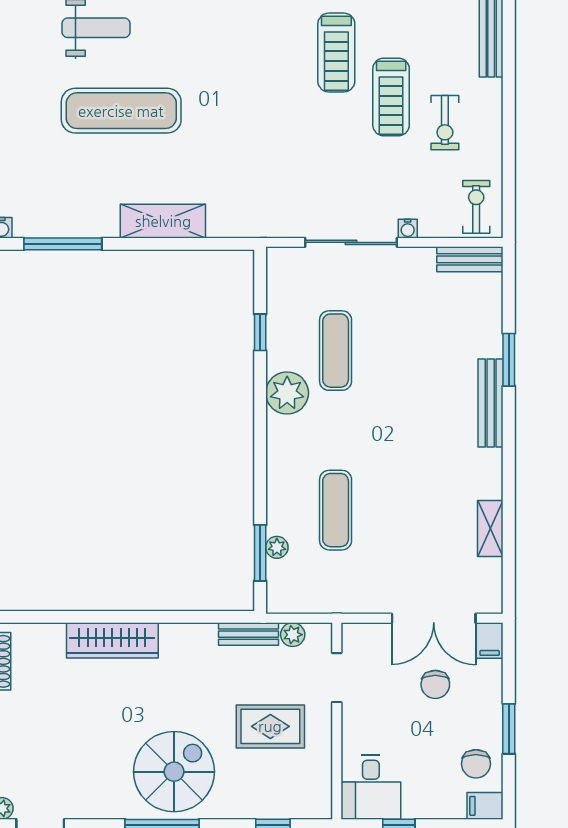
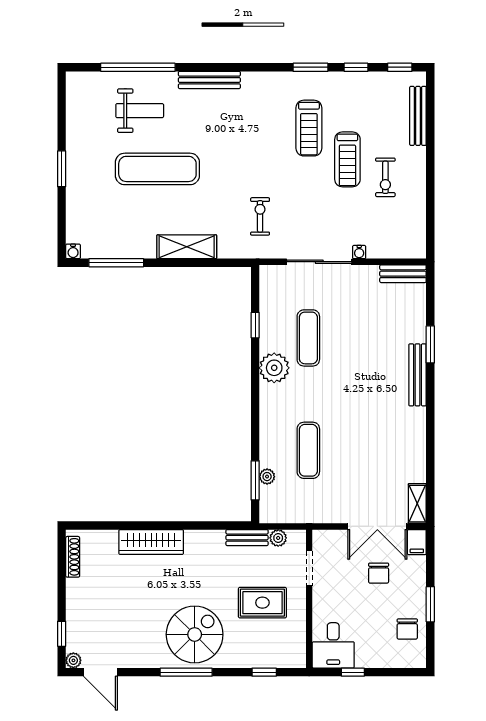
exercise bike: (476, 207) -> (260, 216), moved
shelving: (490, 529) -> (417, 504), moved
filing cabinet: (485, 806) -> (414, 659), removed

